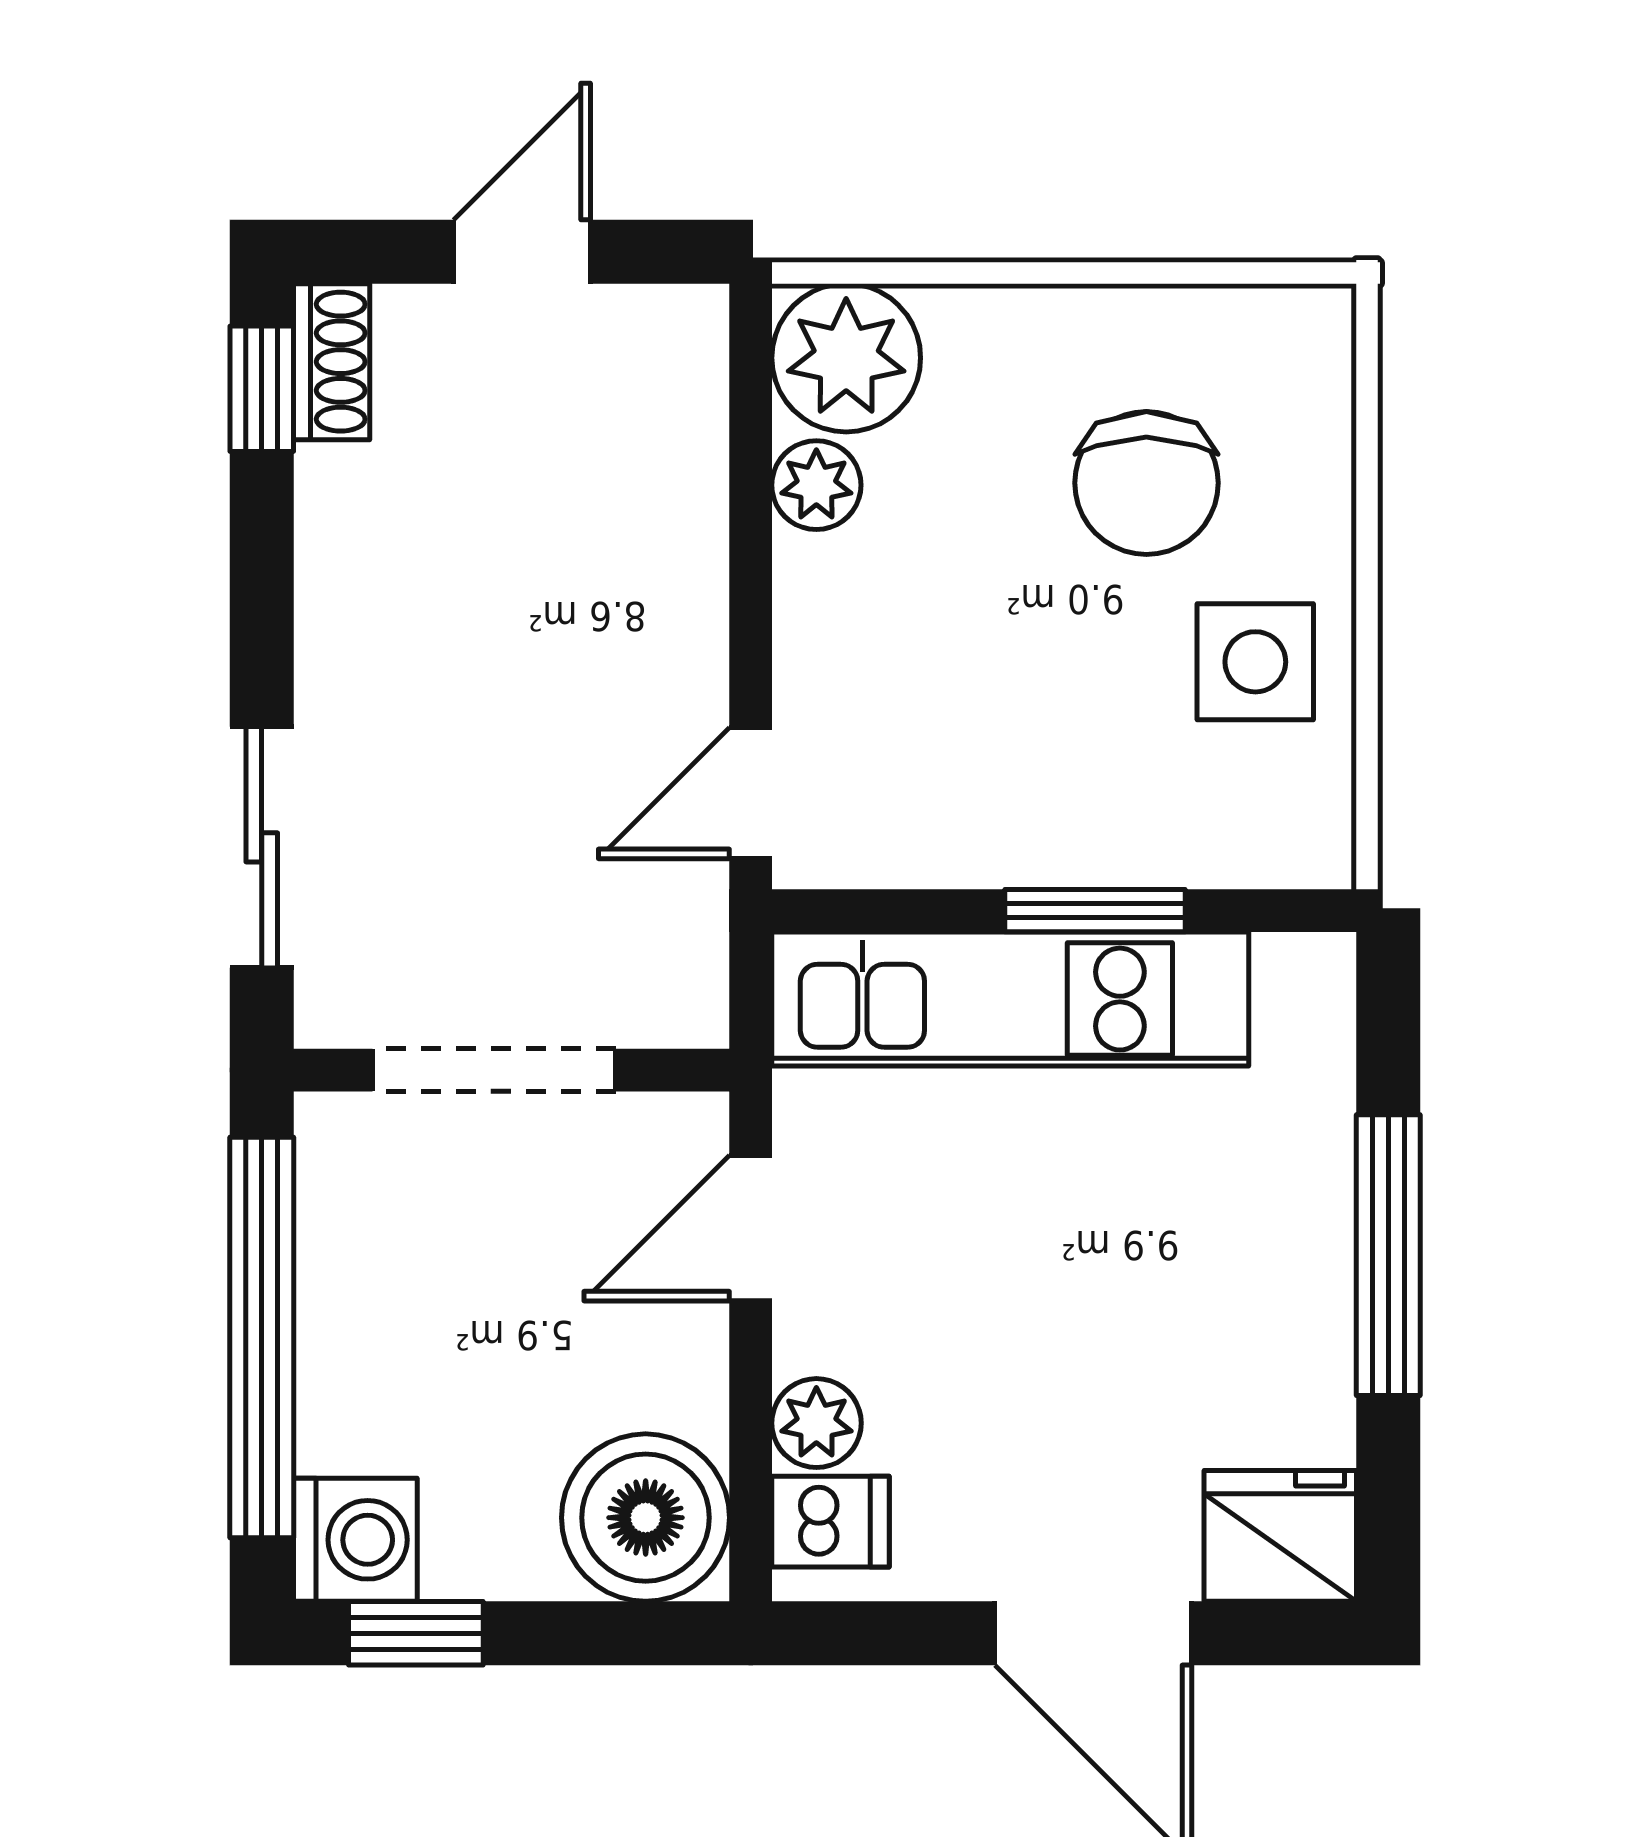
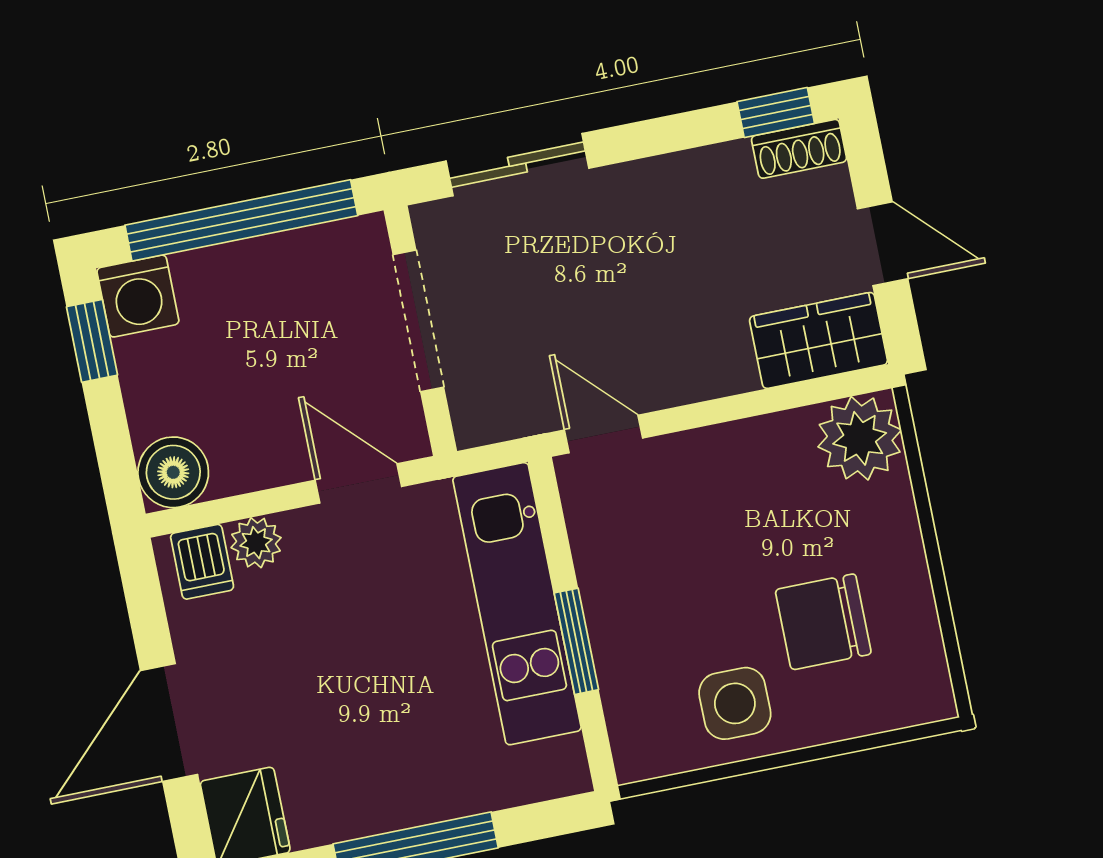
wardrobe: (665, 394) -> (818, 340), added
plant: (816, 485) -> (785, 436), removed
boiler: (646, 1518) -> (173, 472), width x0.73, depth x0.73

